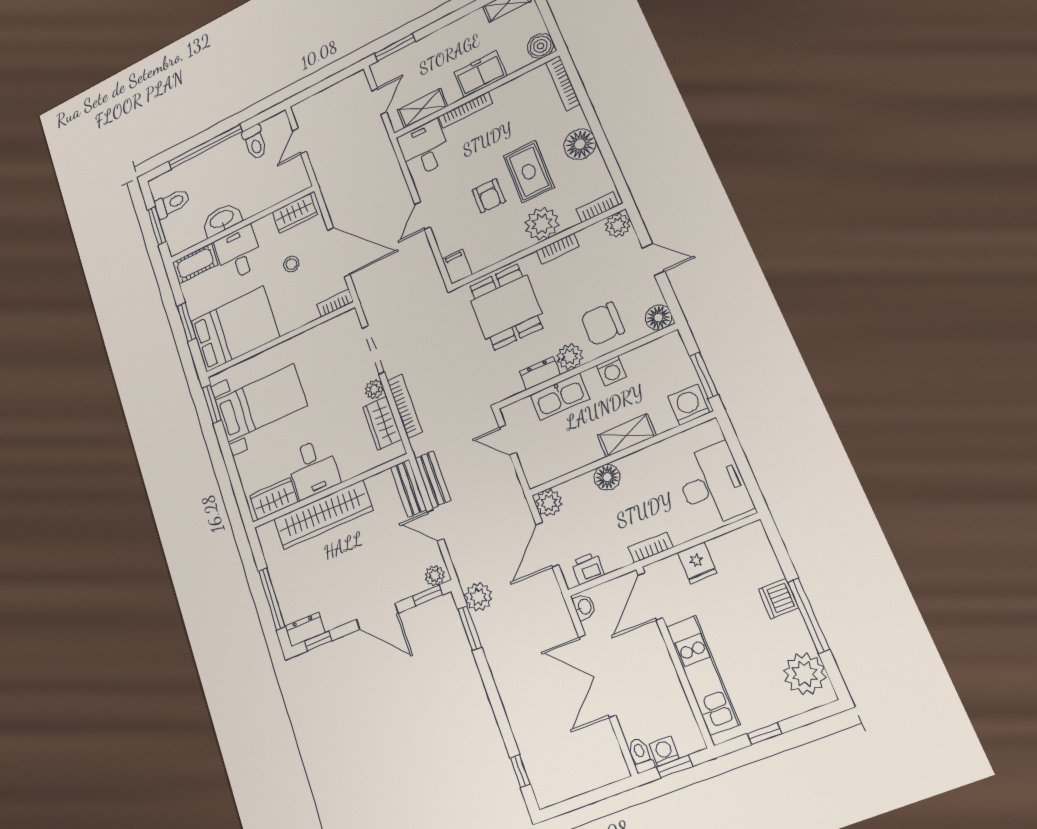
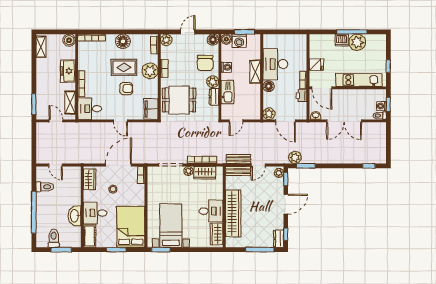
filing cabinet: (457, 266) -> (151, 109), width x2.00
boiler: (671, 344) -> (226, 39), added
washing machine: (689, 405) -> (239, 41), moved, turned -90
desk: (713, 485) -> (275, 64), moved, turned -90
printer: (587, 569) -> (301, 96), moved
plant: (805, 674) -> (357, 42), moved

